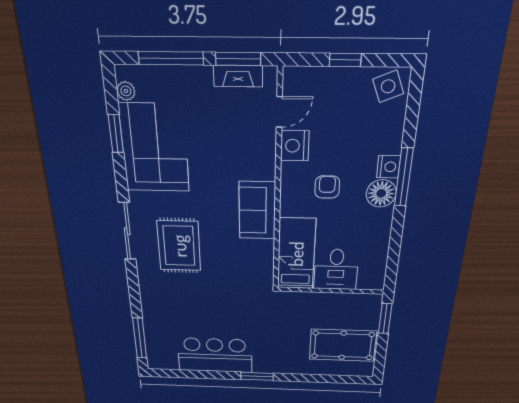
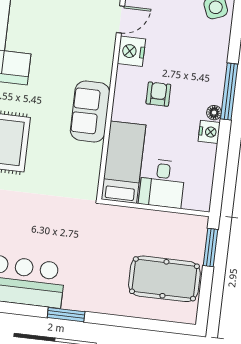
nightstand: (389, 167) -> (209, 132), moved
floor lamp: (381, 193) -> (214, 113), width x0.53, depth x0.53

